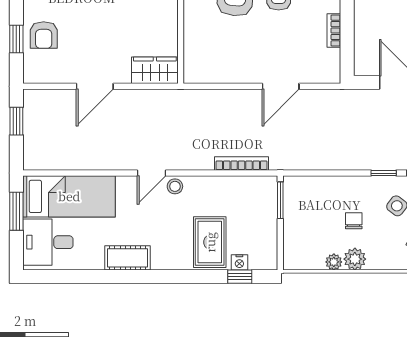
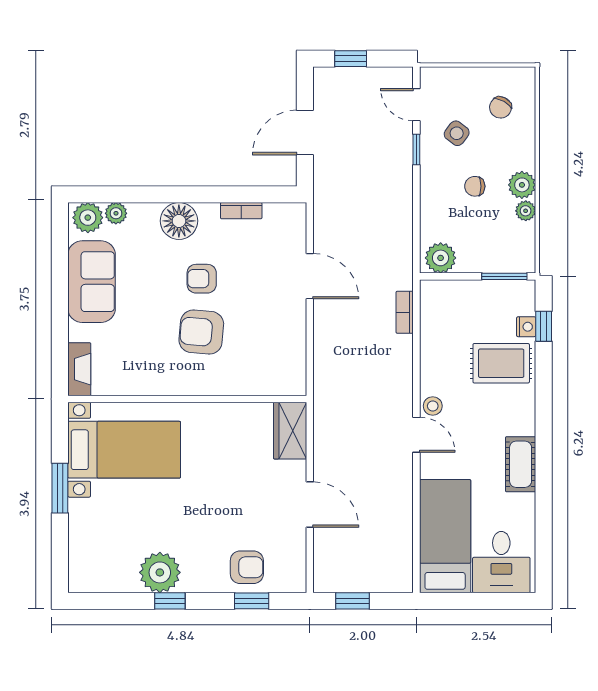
bookcase: (242, 164) -> (405, 312), width x0.64
plant: (295, 193) -> (441, 258), added
window: (280, 200) -> (504, 276), moved
window: (16, 211) -> (463, 601), removed

